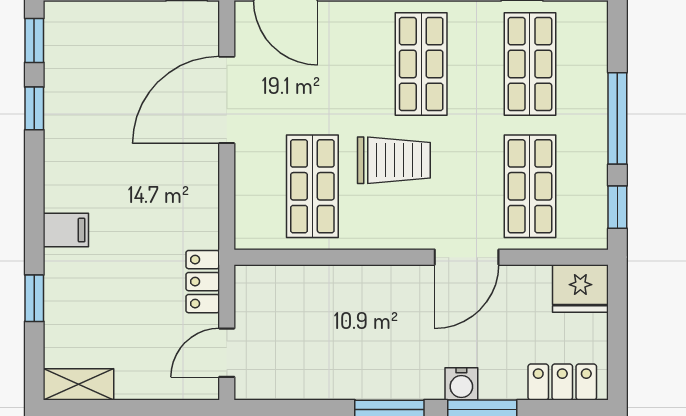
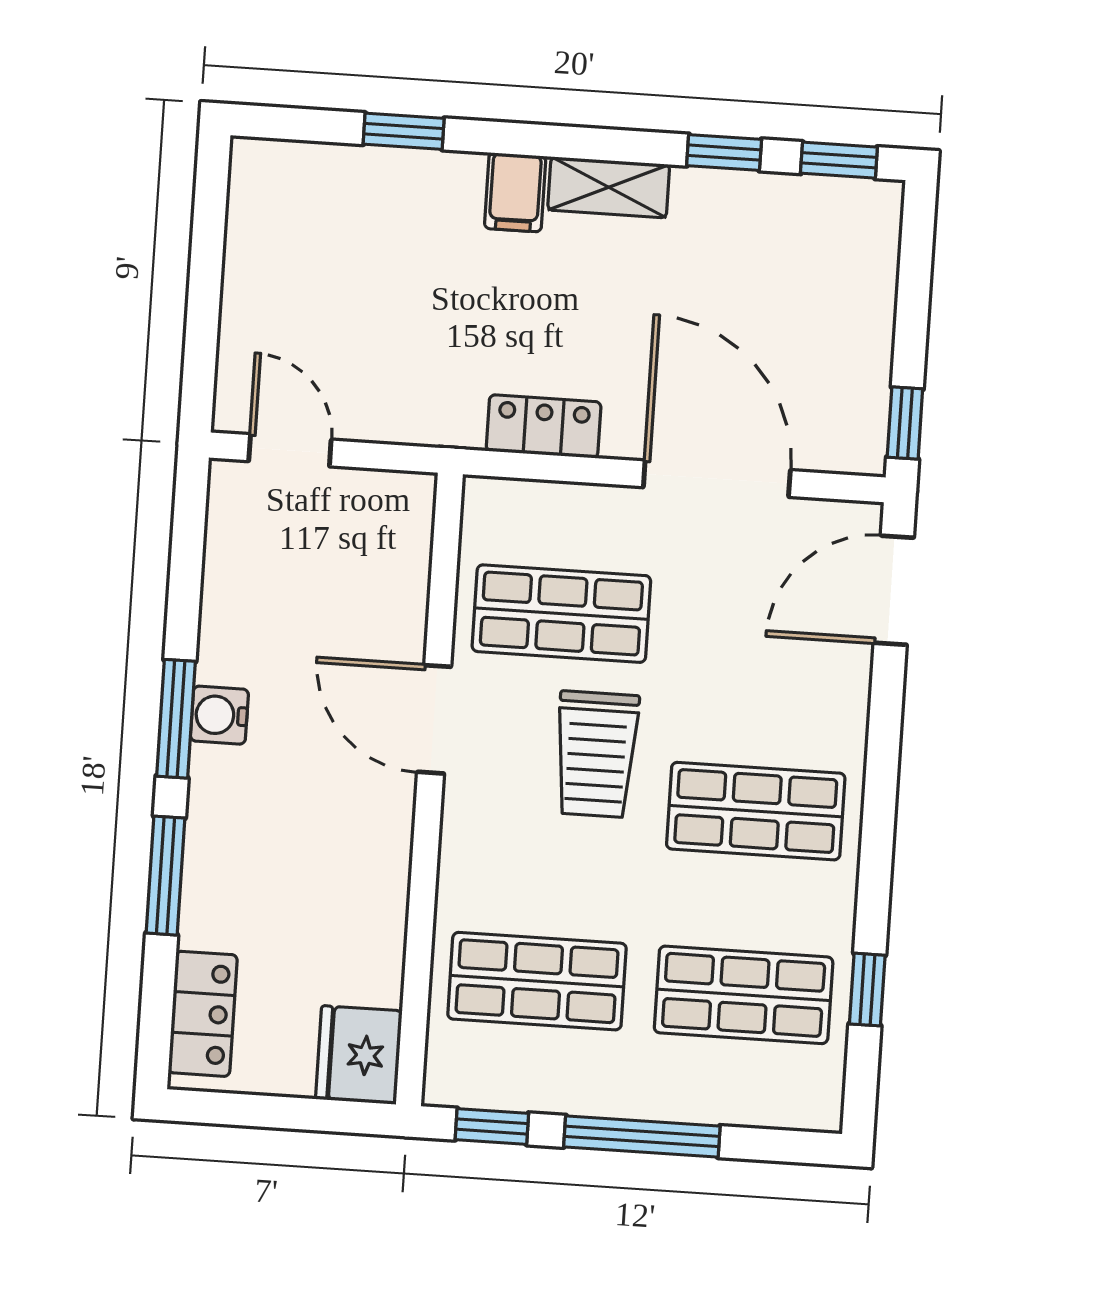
door: (467, 257) -> (434, 719), moved
locker: (203, 282) -> (544, 426), moved
shelving: (79, 384) -> (609, 187), moved, turned 90
water cooler: (461, 384) -> (219, 715), moved

